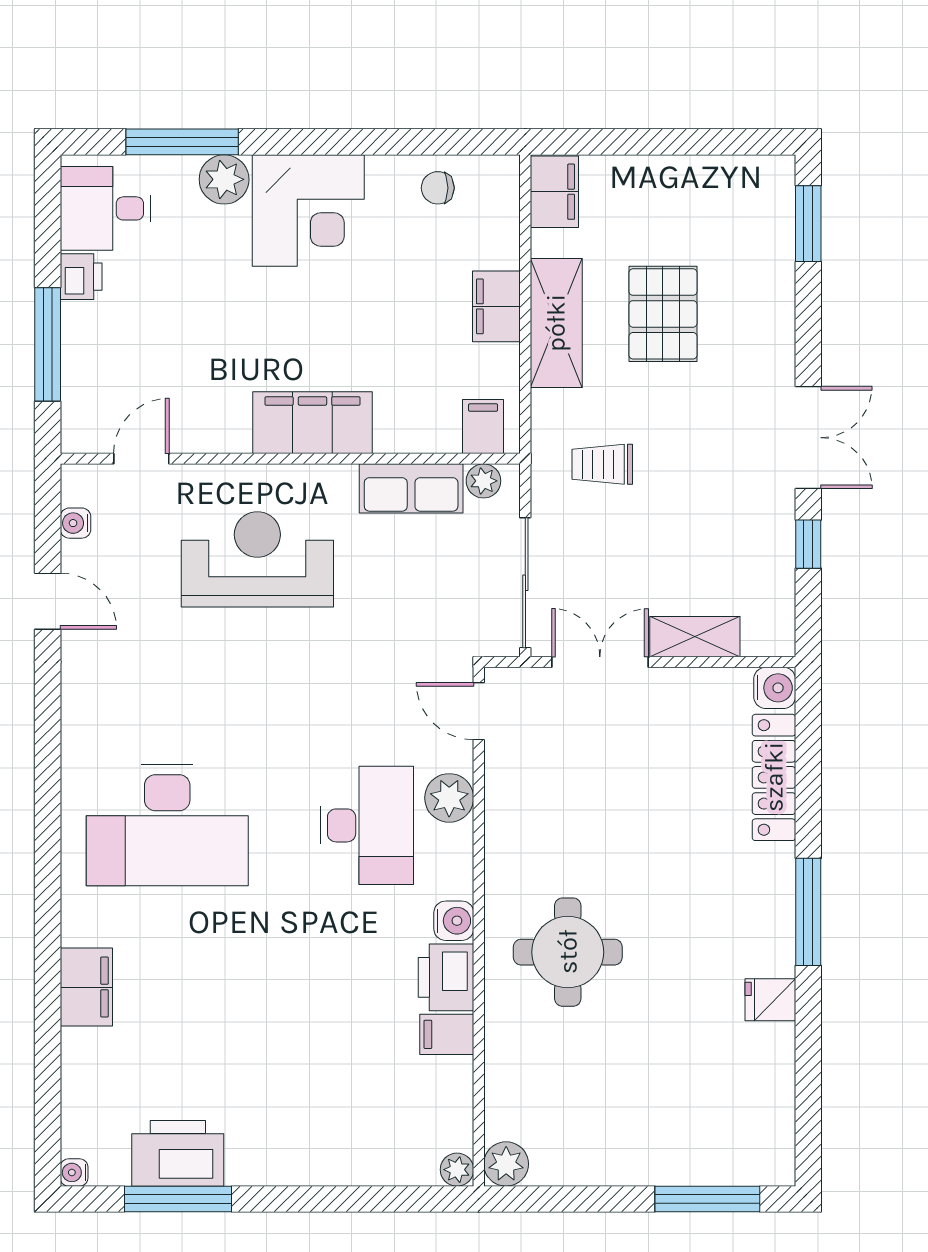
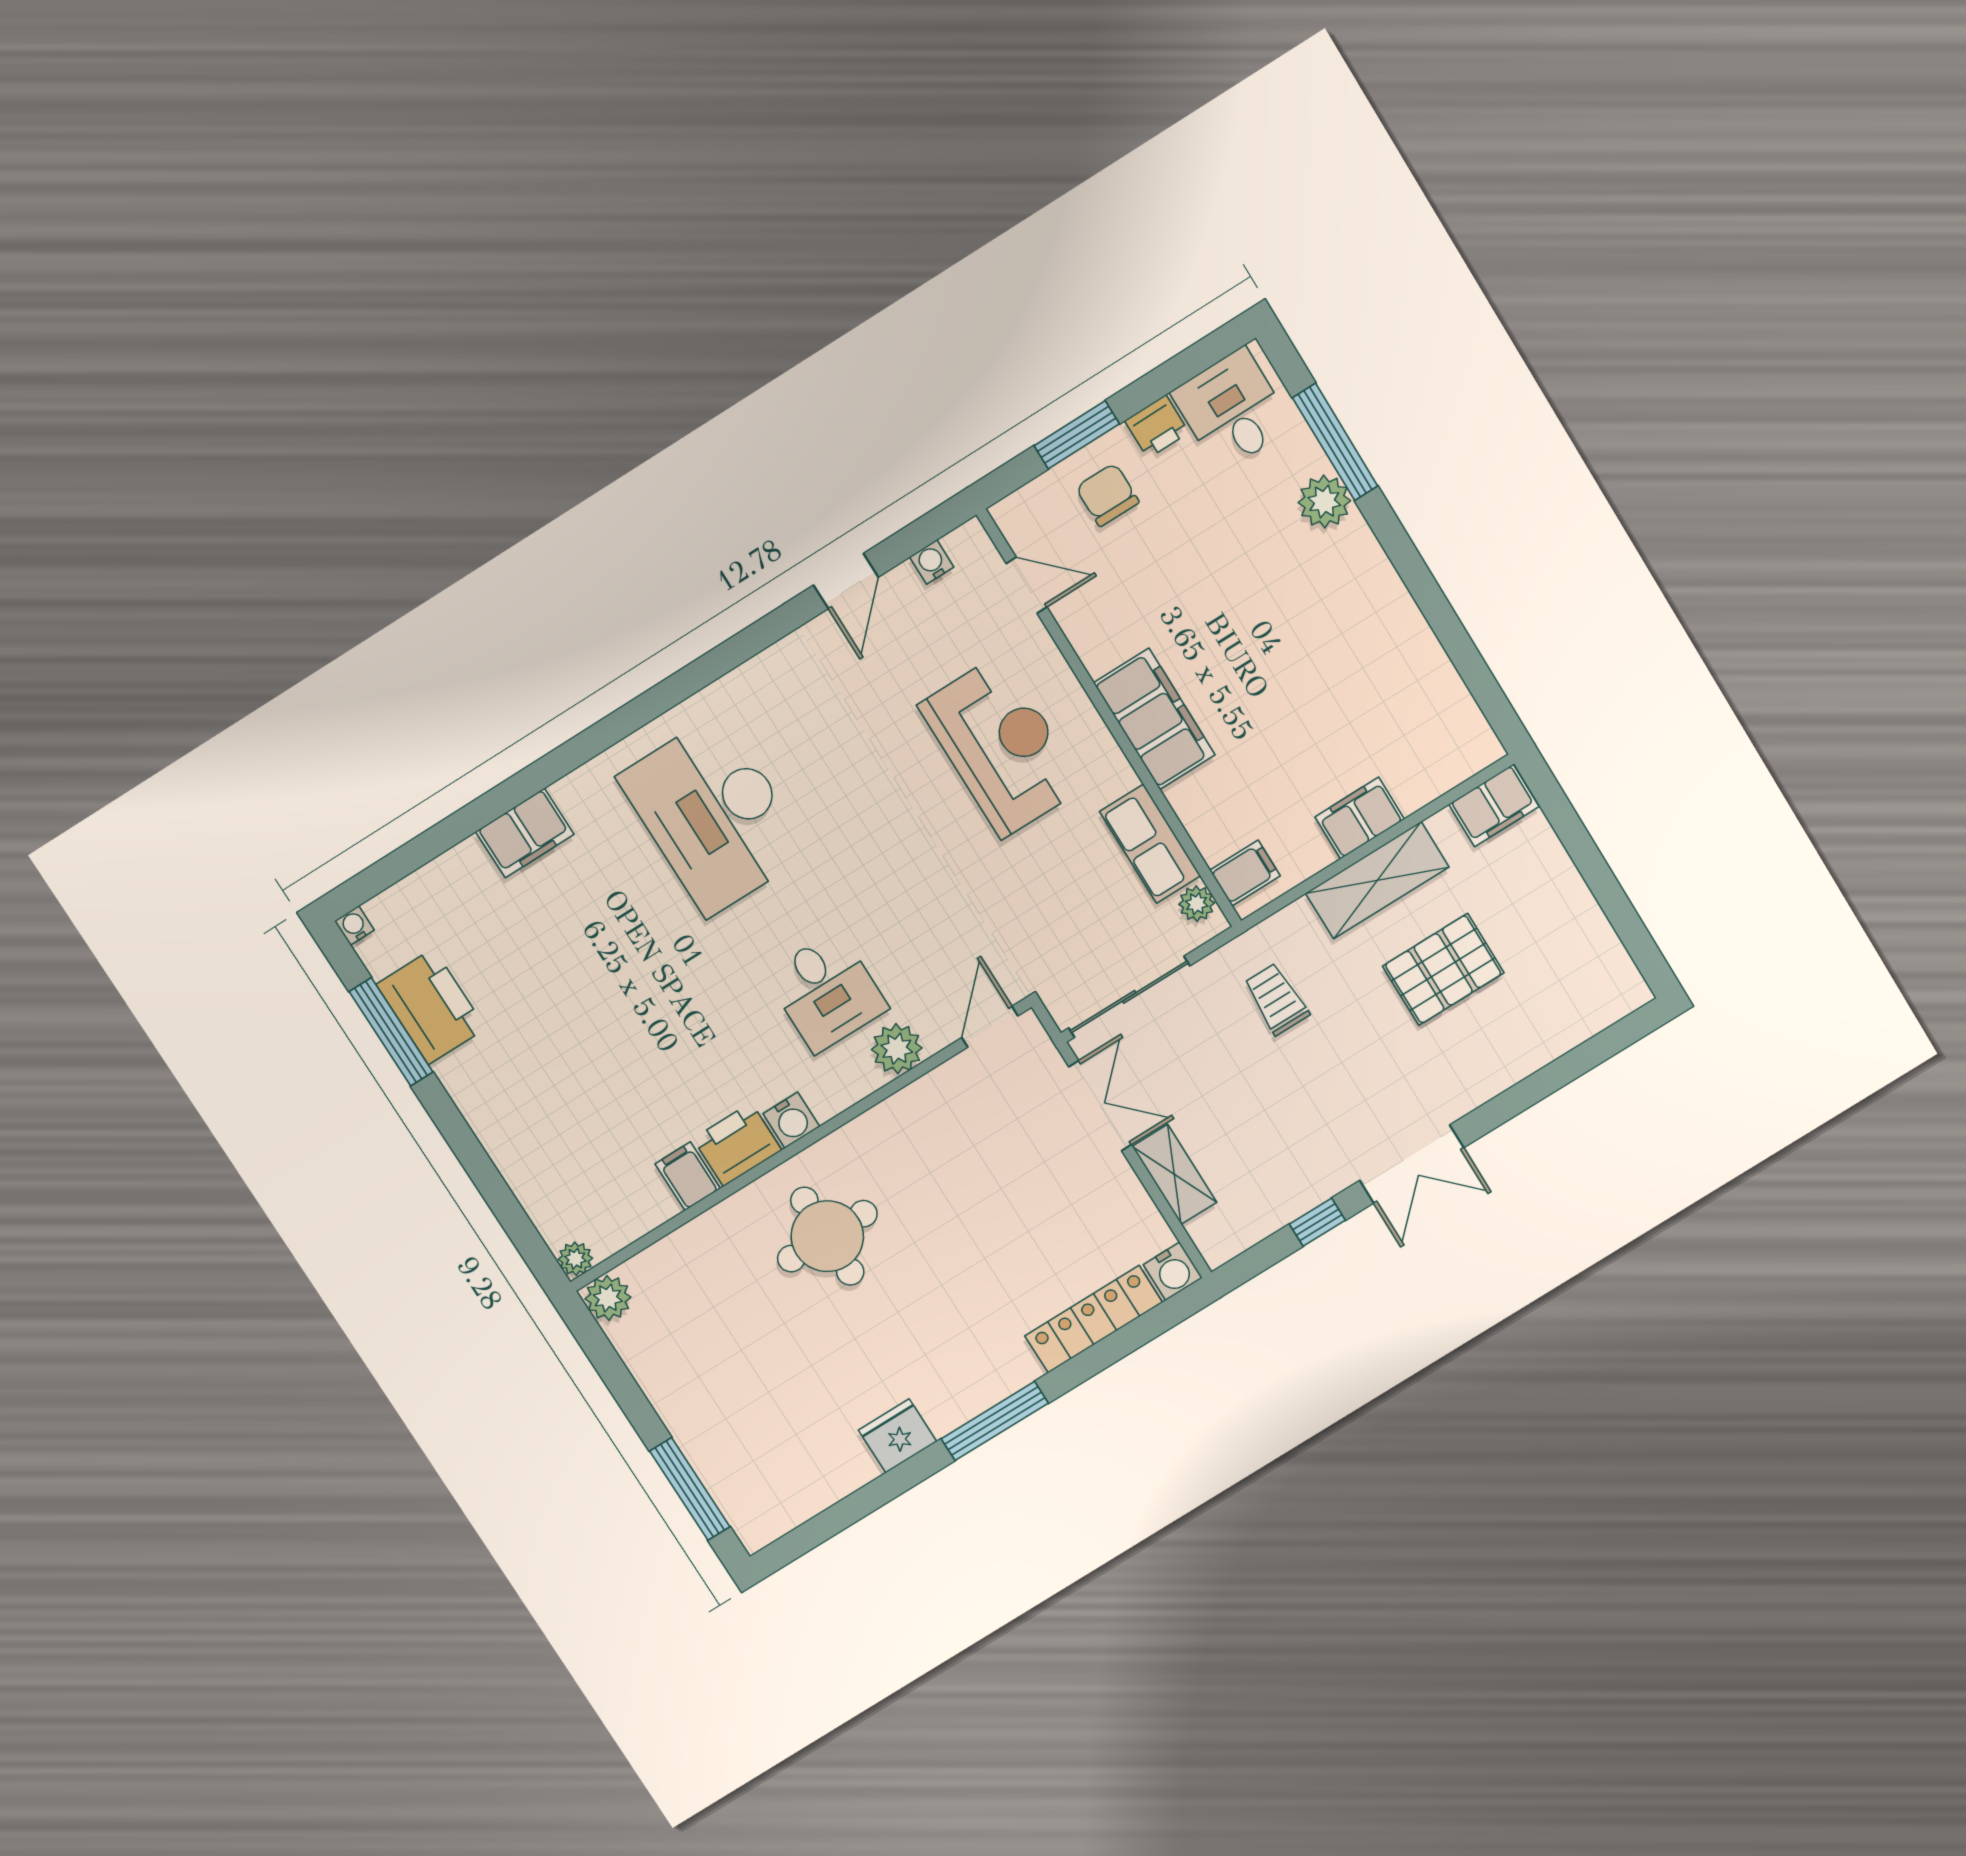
chair: (438, 188) -> (1107, 495), moved, width x1.37, depth x1.37
corner desk: (308, 210) -> (1343, 595), removed
window: (808, 224) -> (1602, 1047), removed
window: (48, 344) -> (1077, 435), width x0.69
desk: (367, 825) -> (826, 991), width x0.73
fridge: (770, 1000) -> (898, 1436), width x1.38

